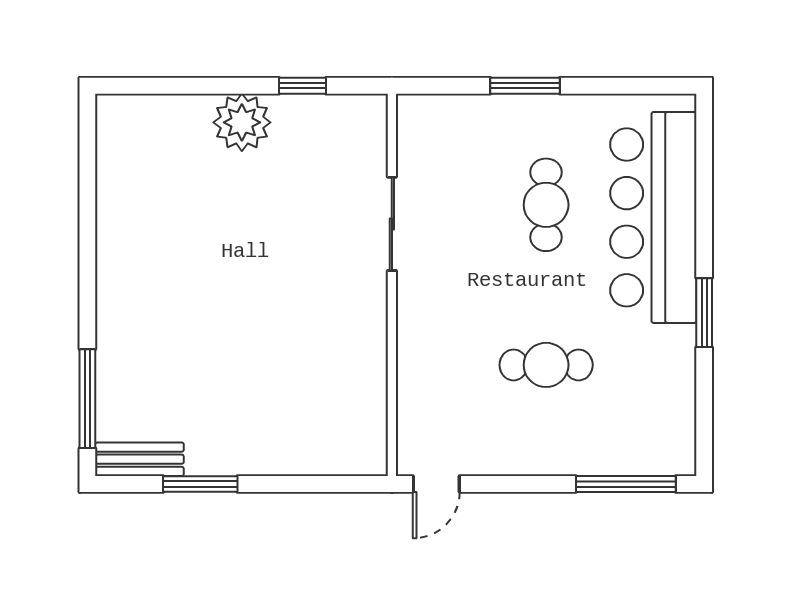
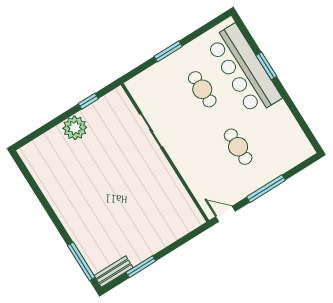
window: (704, 313) -> (266, 66), moved
cafe table: (546, 365) -> (238, 147), turned 90
door: (436, 484) -> (225, 214), swing flipped
window: (626, 484) -> (266, 189), moved

